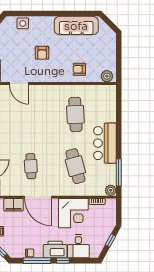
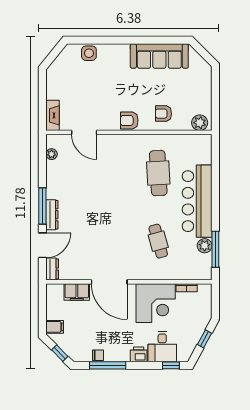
armchair: (42, 53) -> (129, 121), moved, turned 90
bar counter: (105, 143) -> (197, 201), width x1.36
cafe table: (31, 166) -> (100, 241), removed
cafe table: (75, 166) -> (158, 241), width x0.73, depth x0.74
plant: (111, 190) -> (205, 246), moved
printer: (55, 249) -> (139, 354), width x0.53, depth x0.68
window: (63, 261) -> (171, 365), moved

